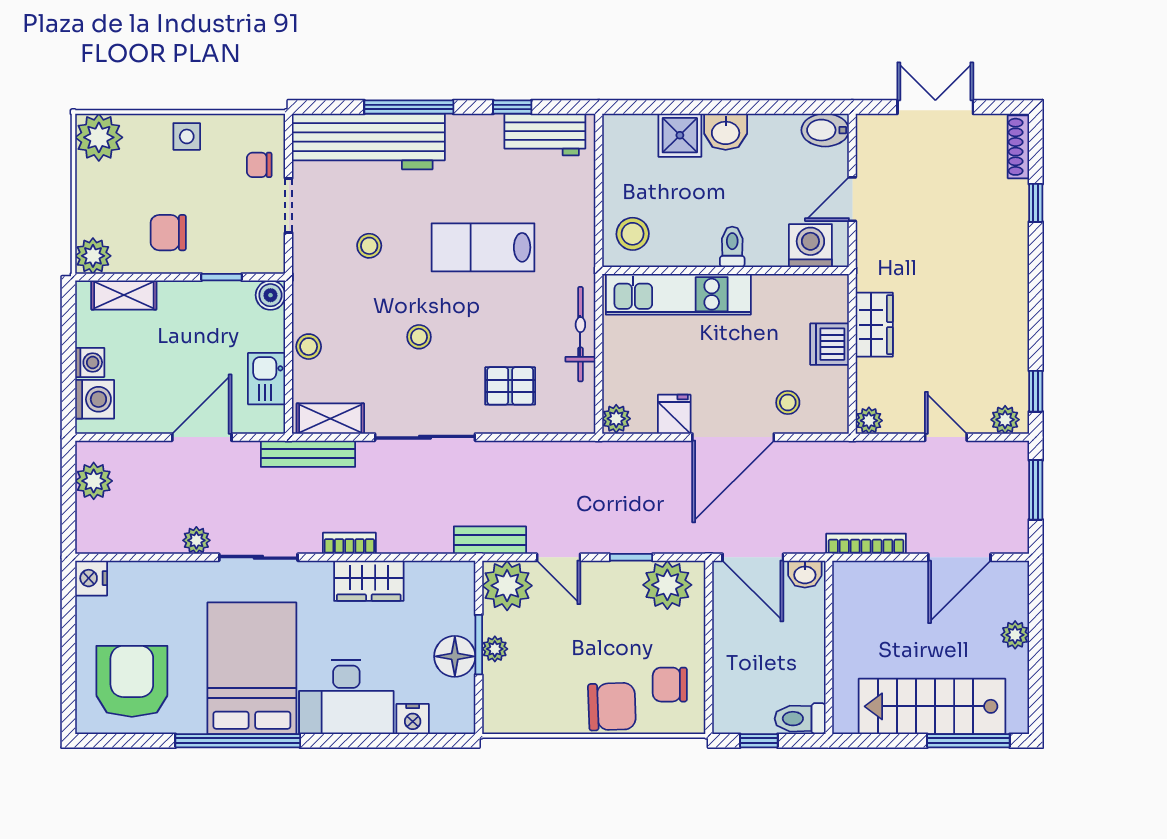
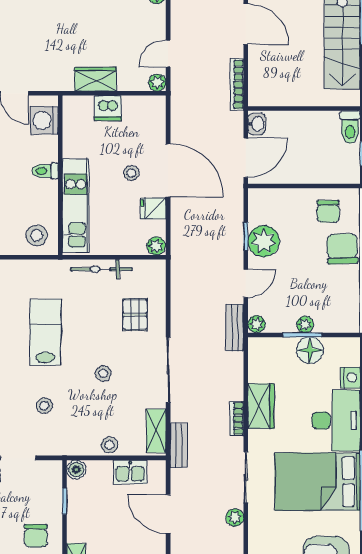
lab bench: (483, 247) -> (45, 332), turned 180
stool: (788, 403) -> (131, 173), moved
door: (946, 437) -> (168, 54), moved
bench: (308, 454) -> (179, 445), width x0.73
plant: (667, 585) -> (264, 241), moved
plant: (507, 586) -> (257, 324), width x0.53, depth x0.53

